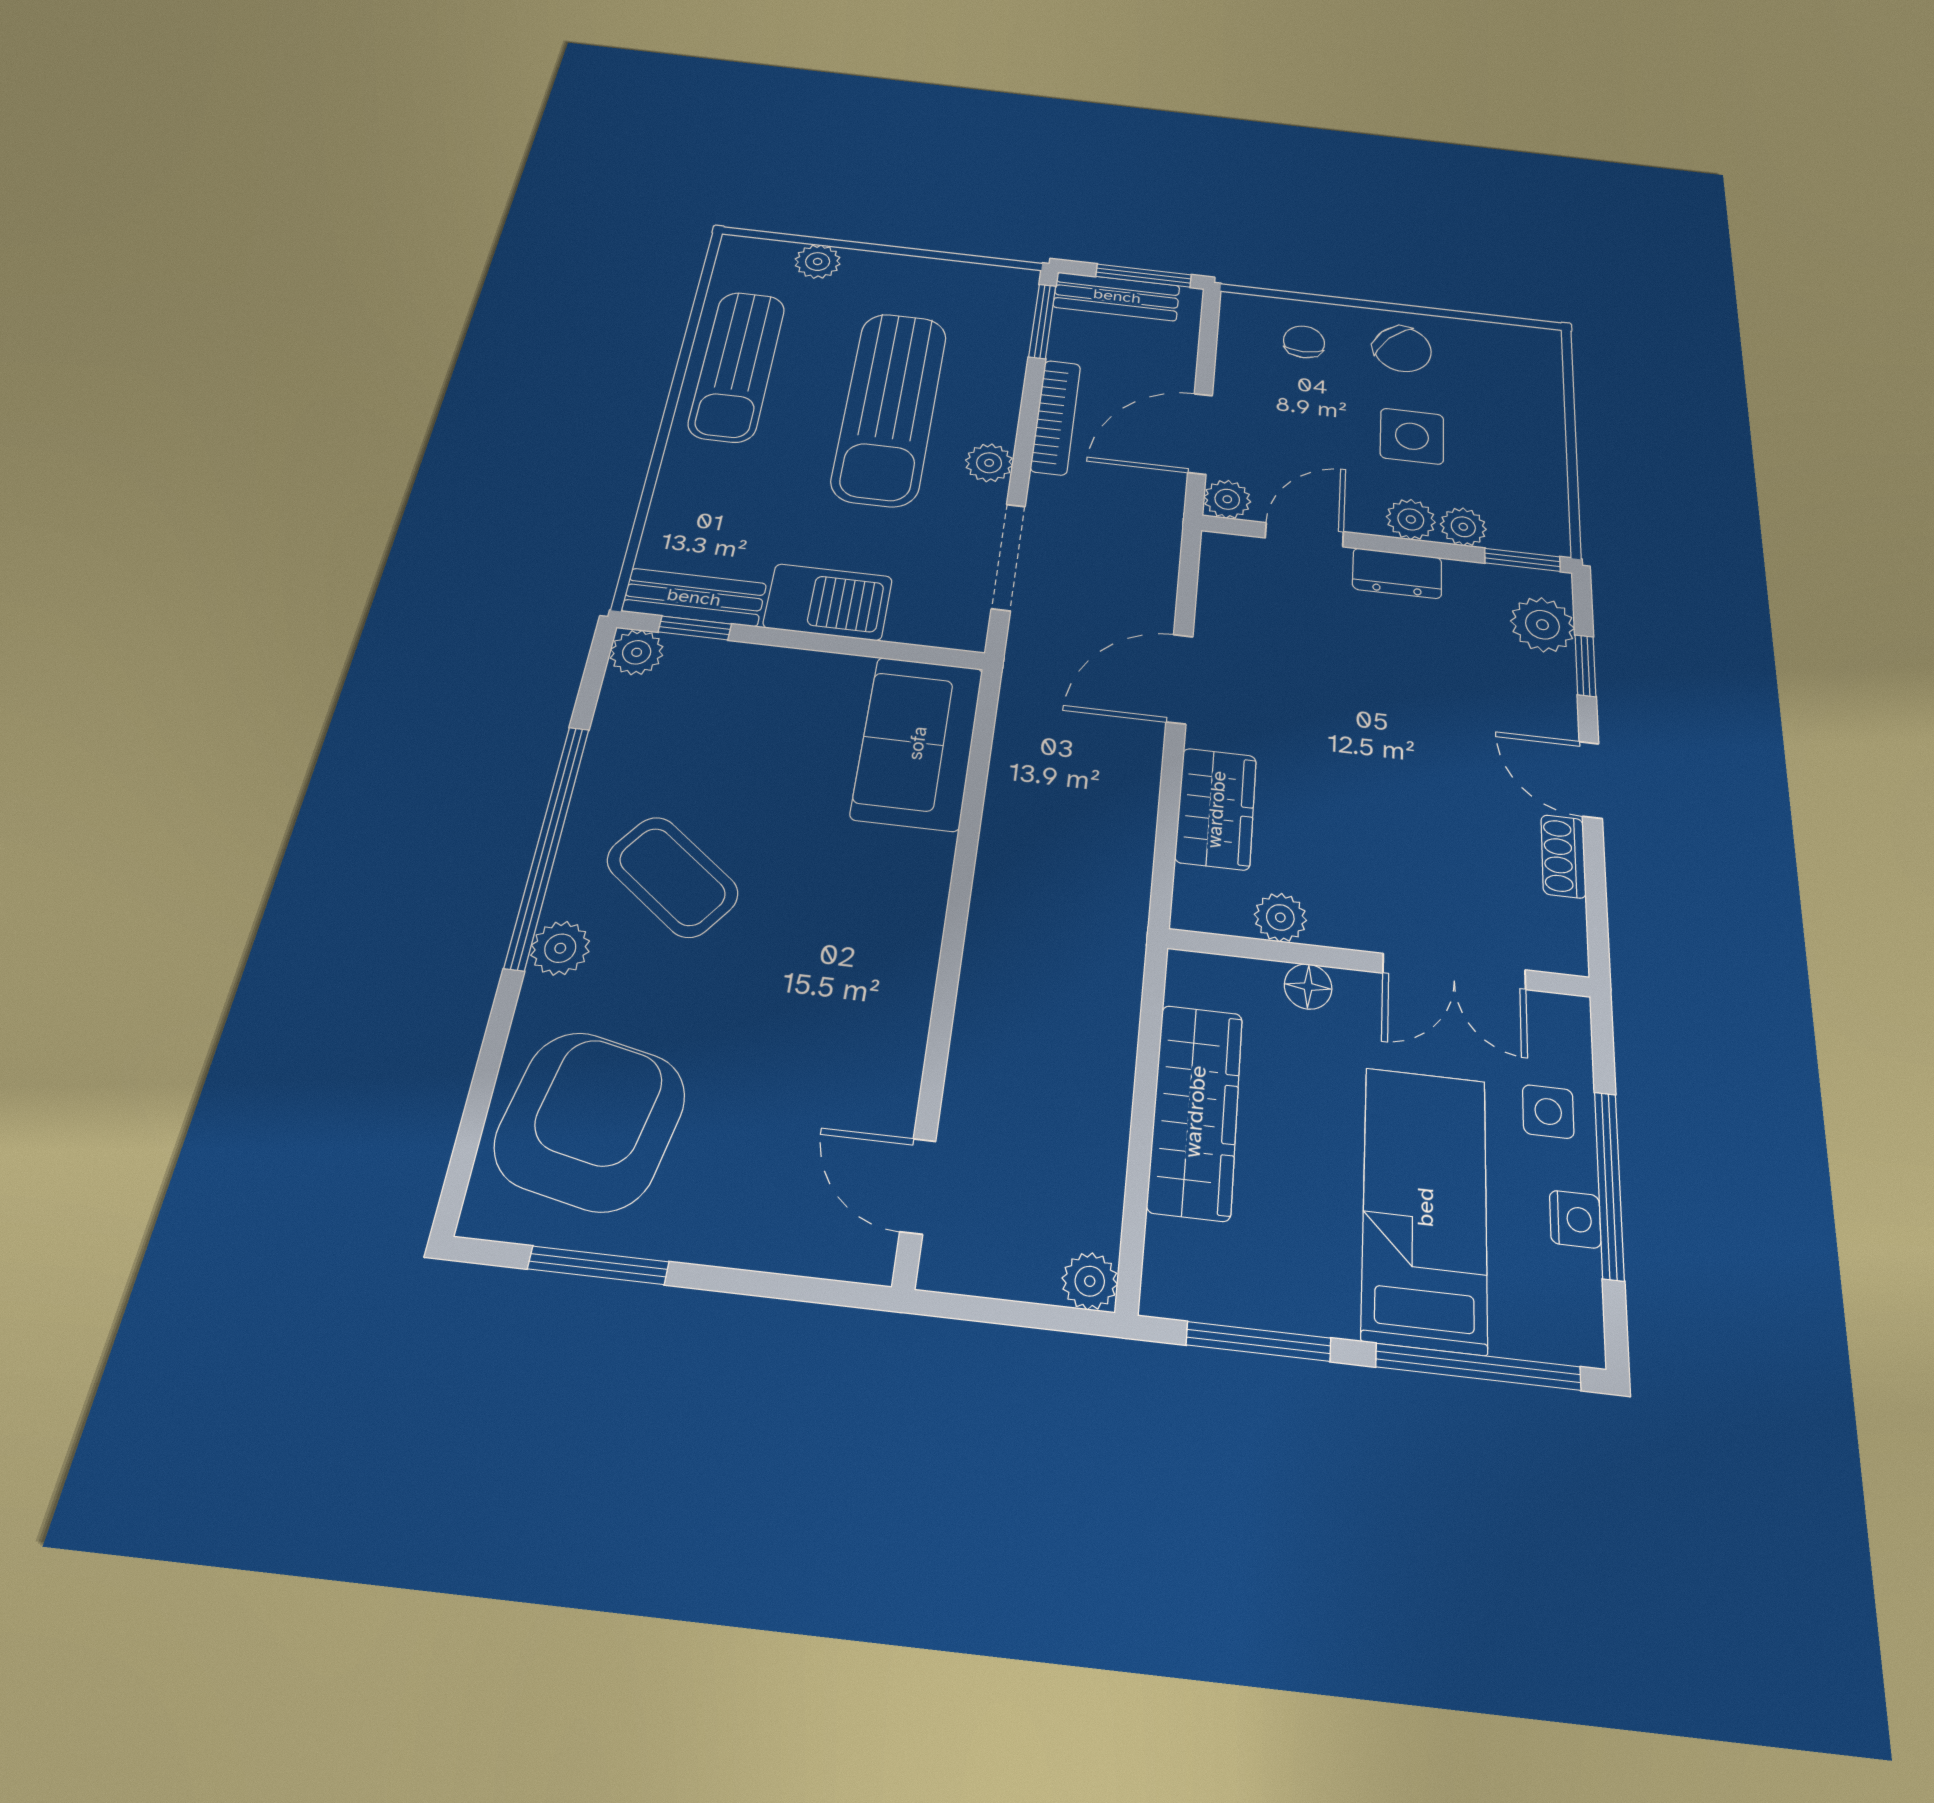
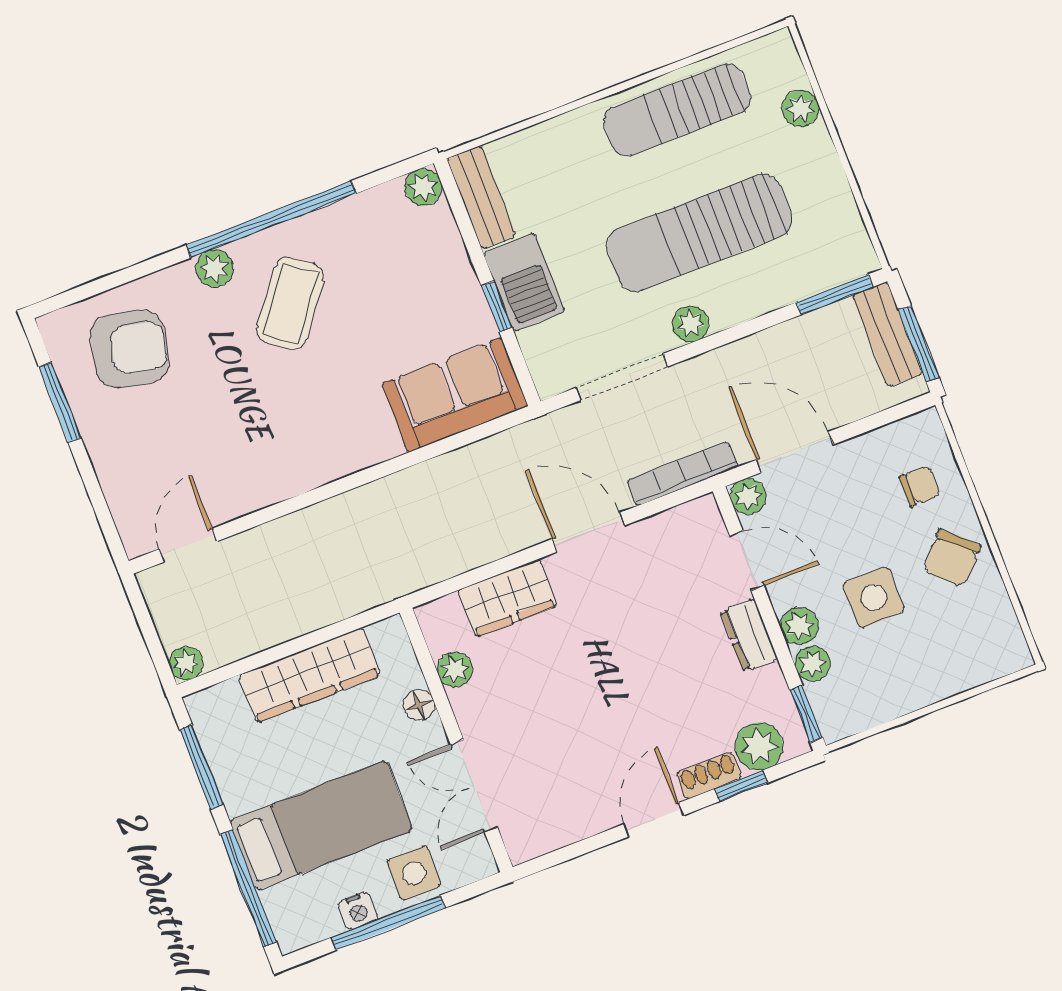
bookcase: (1056, 417) -> (682, 474), moved, turned 180
window: (695, 628) -> (497, 307), moved
shoe rack: (1563, 856) -> (709, 776), moved
side table: (1548, 1112) -> (414, 873), width x1.37, depth x1.37
armchair: (590, 1121) -> (130, 349), width x0.73, depth x0.73

